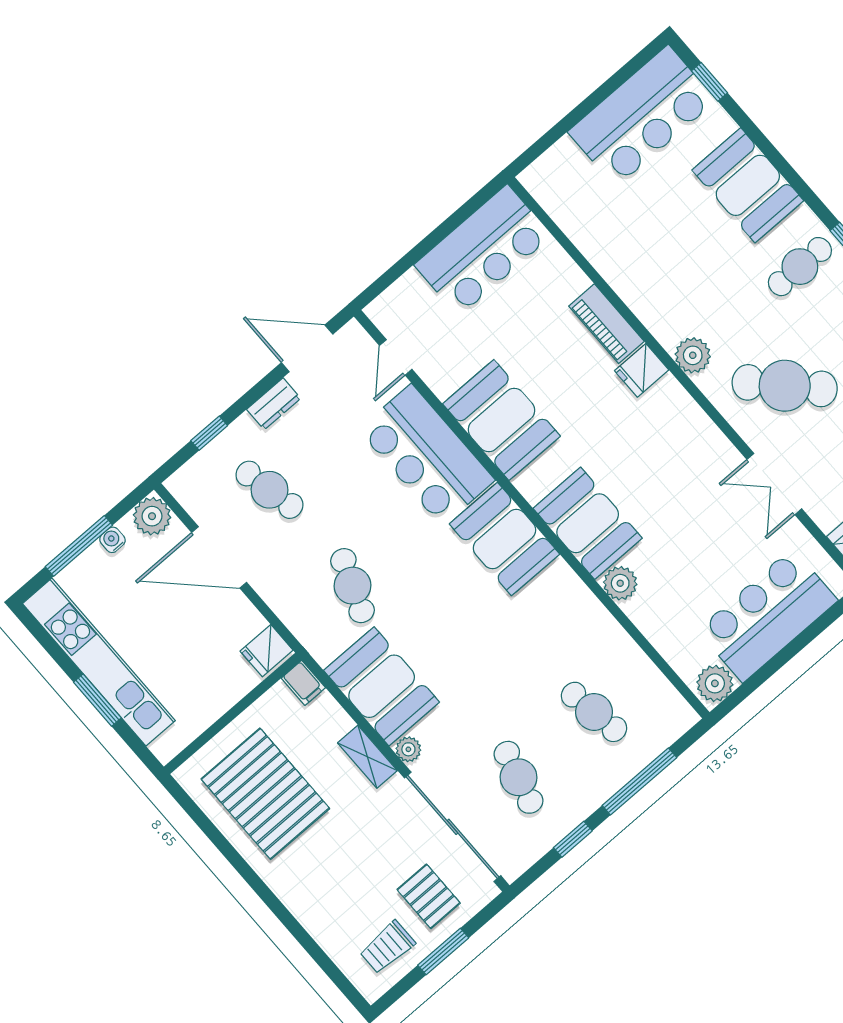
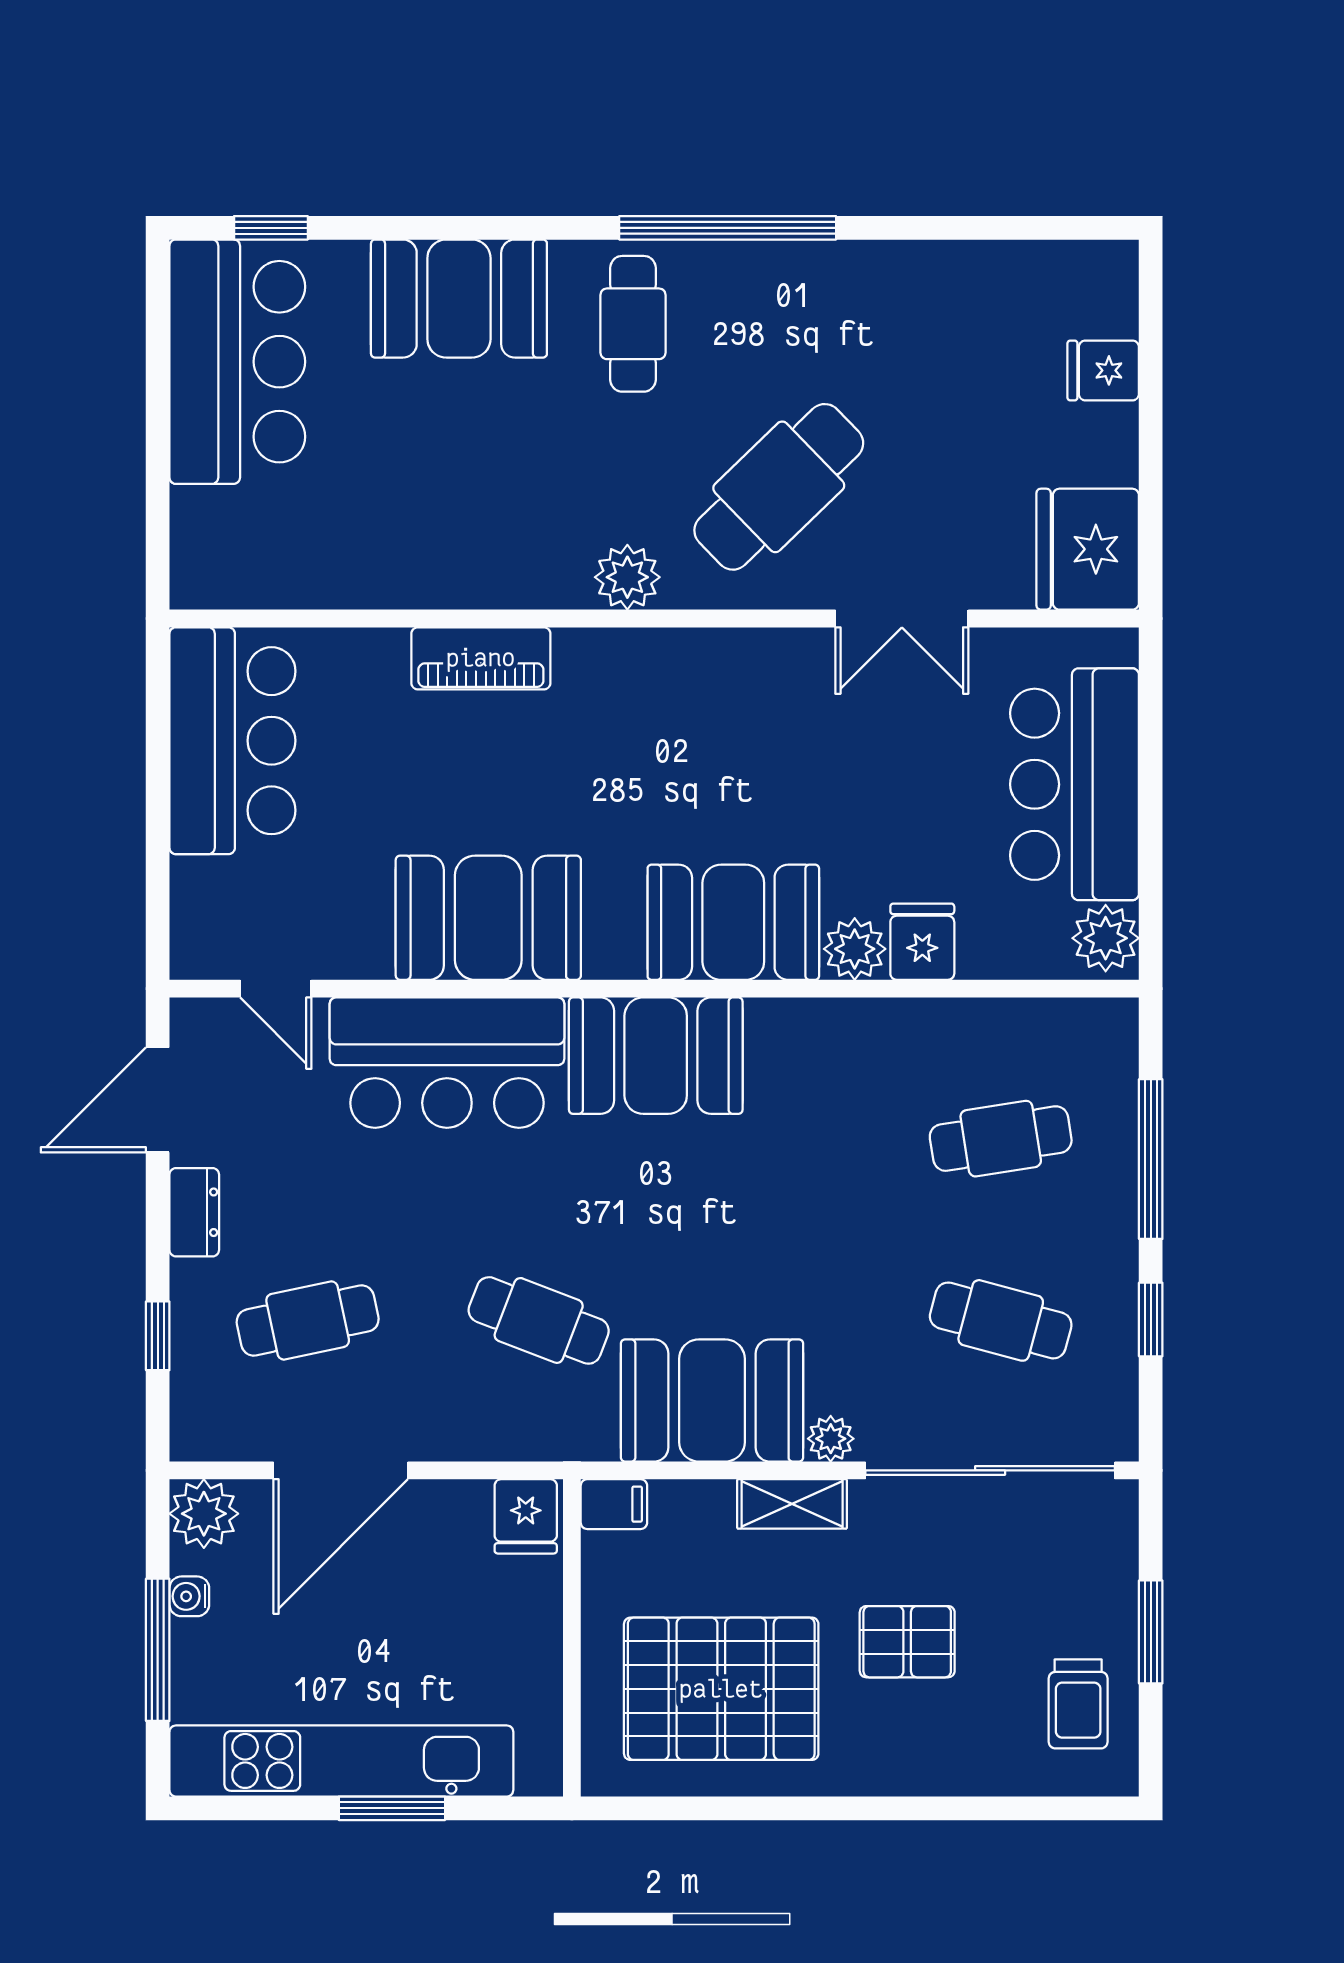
fridge: (642, 370) -> (922, 942), moved, turned 180
pallet: (429, 896) -> (907, 1642), moved

